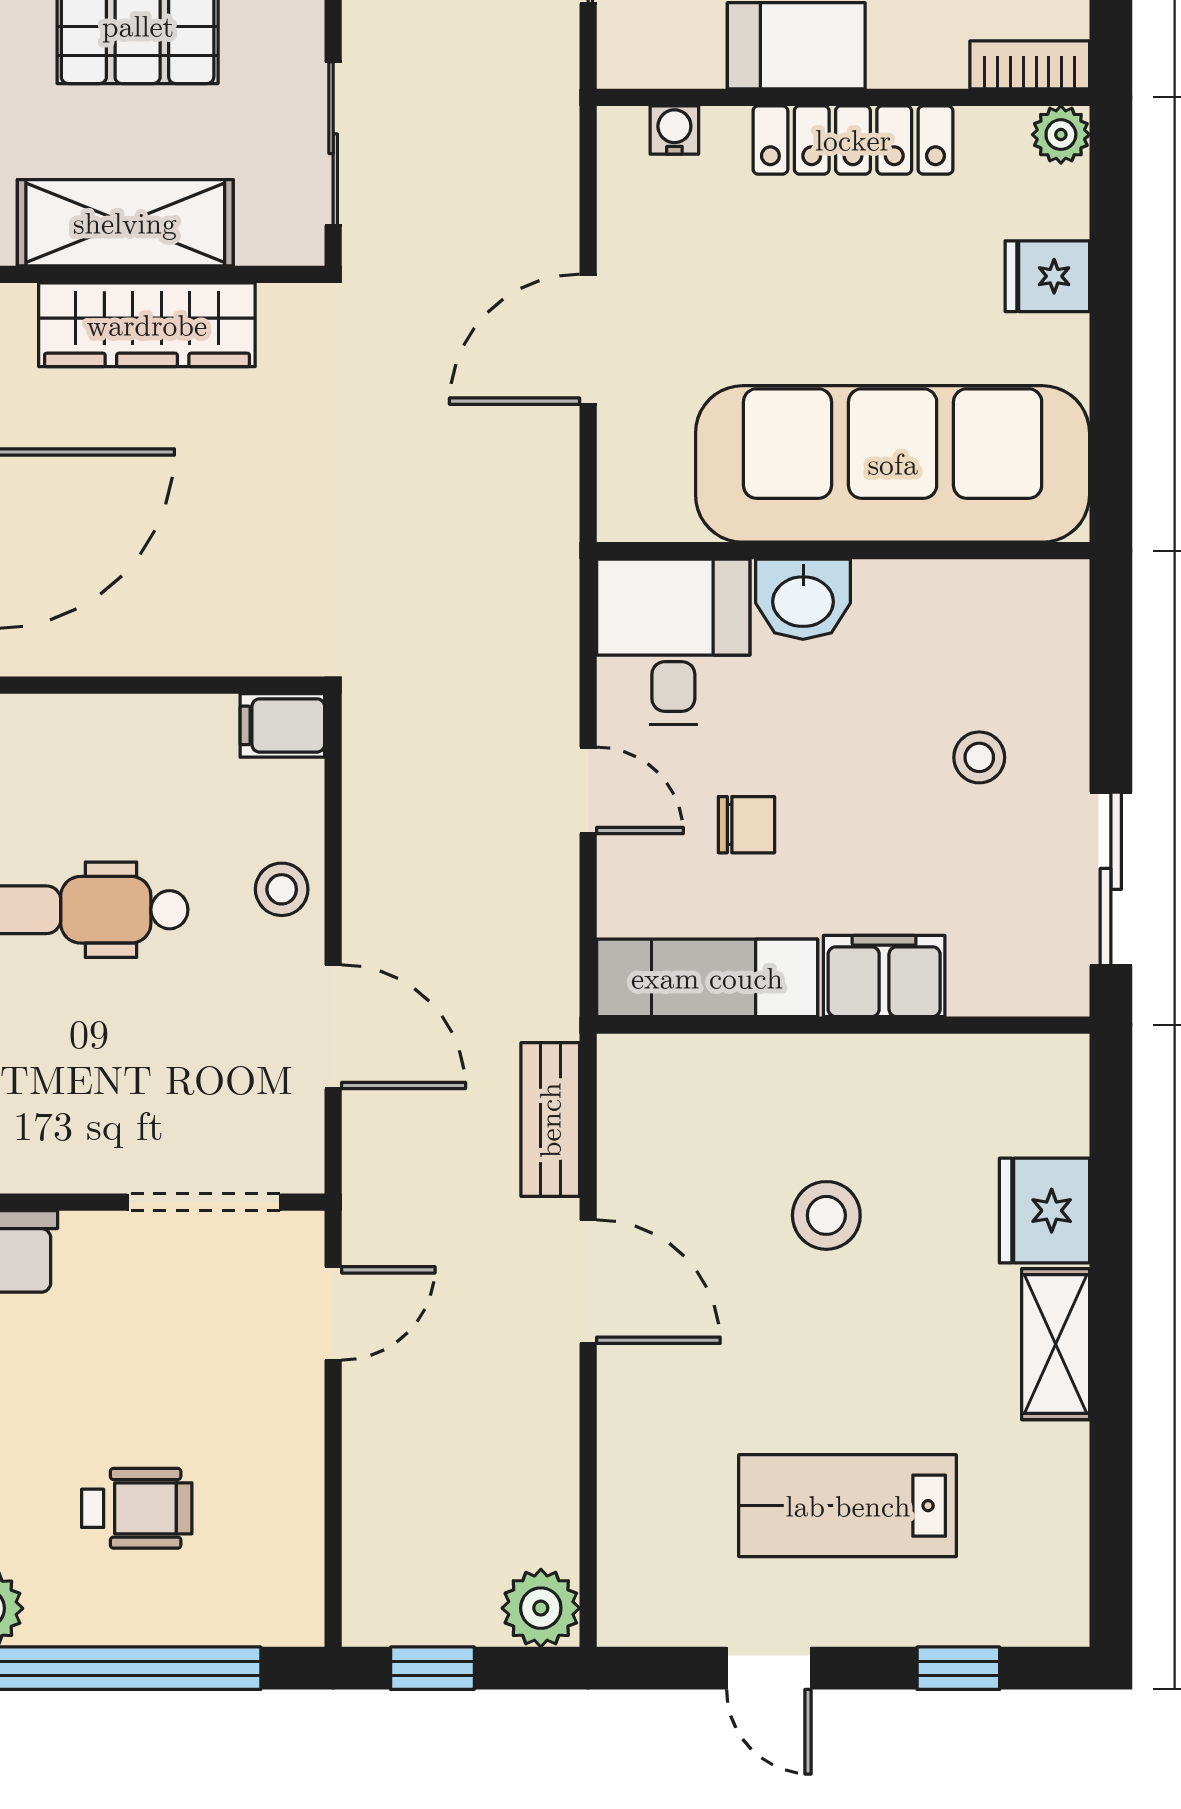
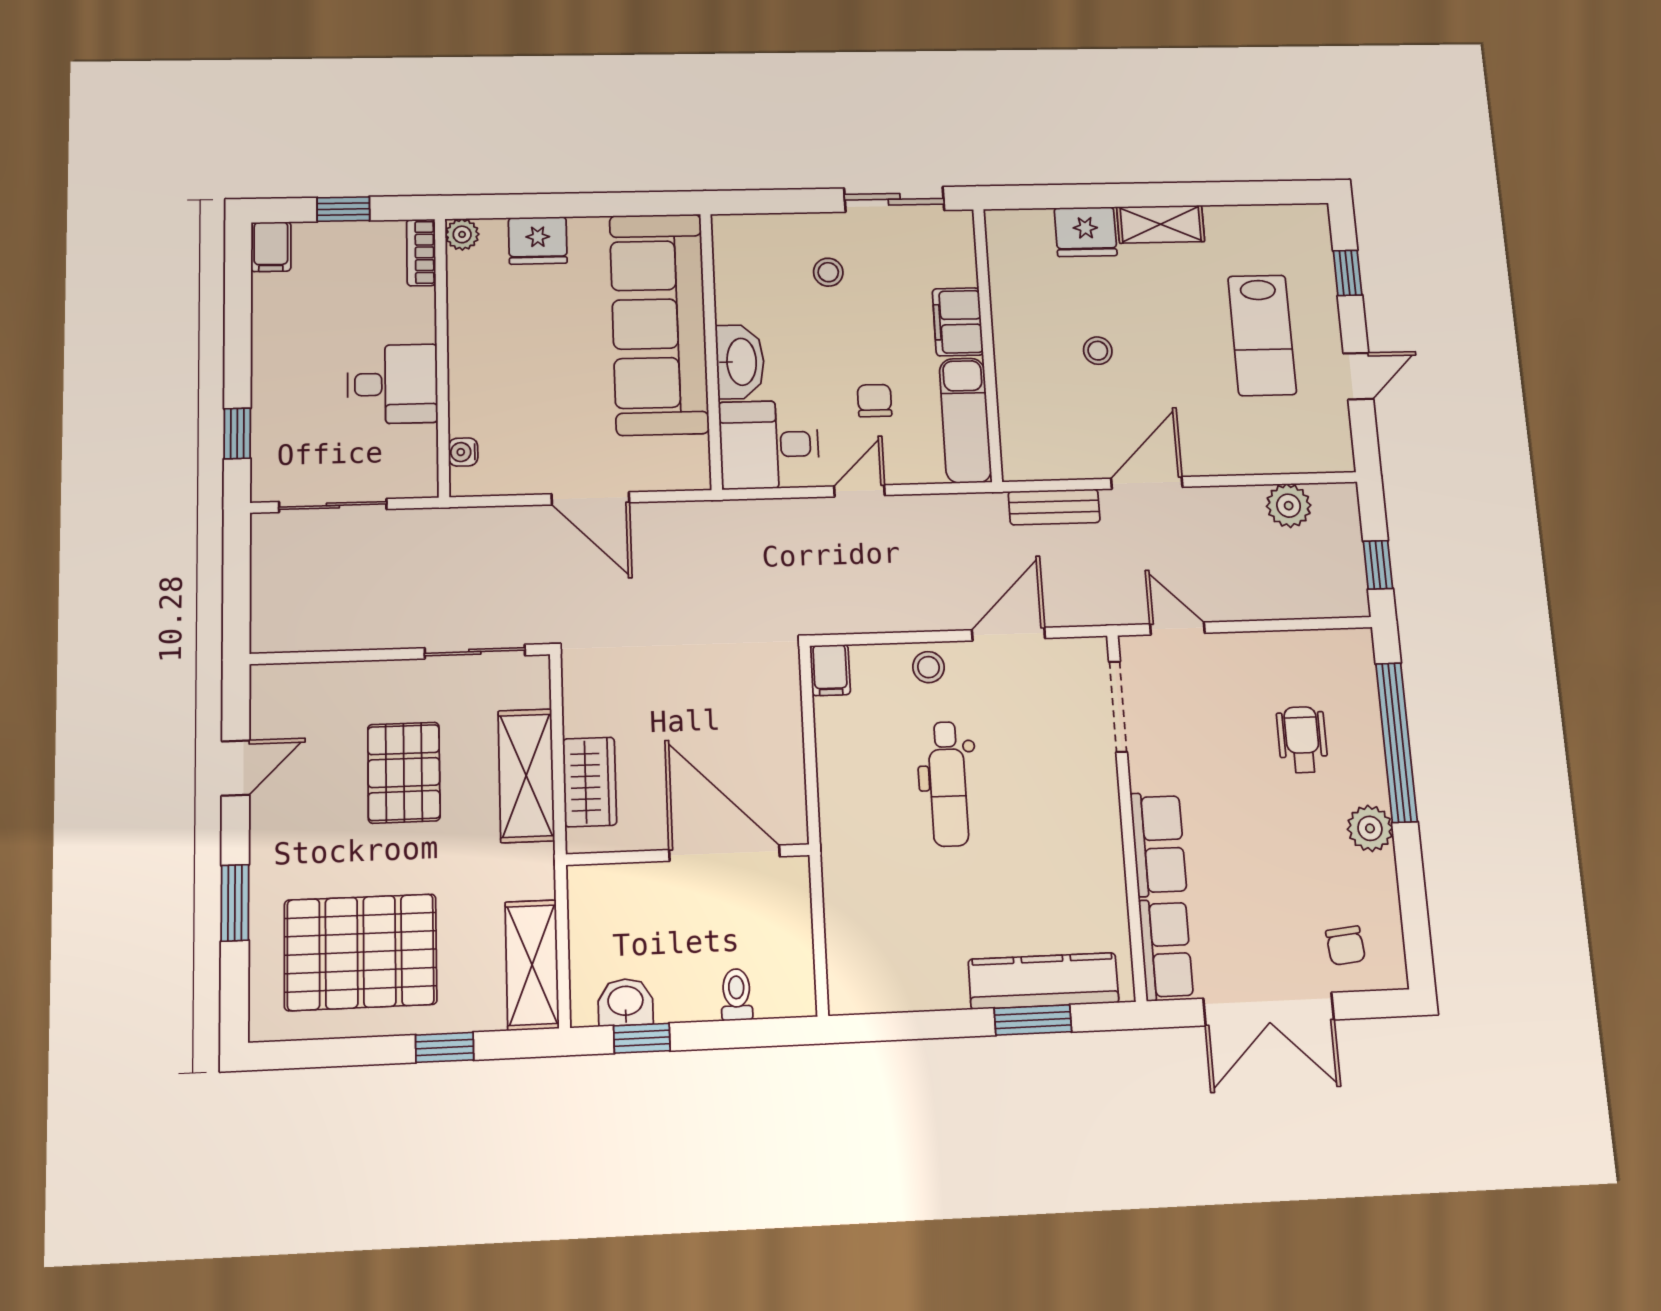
locker: (853, 140) -> (467, 350), removed
fridge: (1047, 276) -> (538, 240), width x1.38
wardrobe: (147, 325) -> (590, 782), width x0.67
washbasin: (803, 599) -> (740, 362), width x1.38
stool: (826, 1215) -> (1098, 351), width x0.73, depth x0.73
plant: (541, 1608) -> (1289, 506), moved

